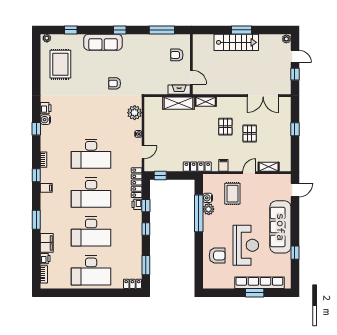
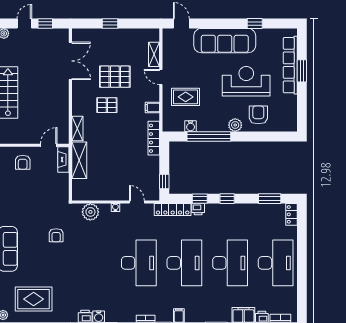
pallet: (250, 133) -> (115, 77), width x1.50, depth x1.42
plant: (209, 209) -> (235, 125), moved

